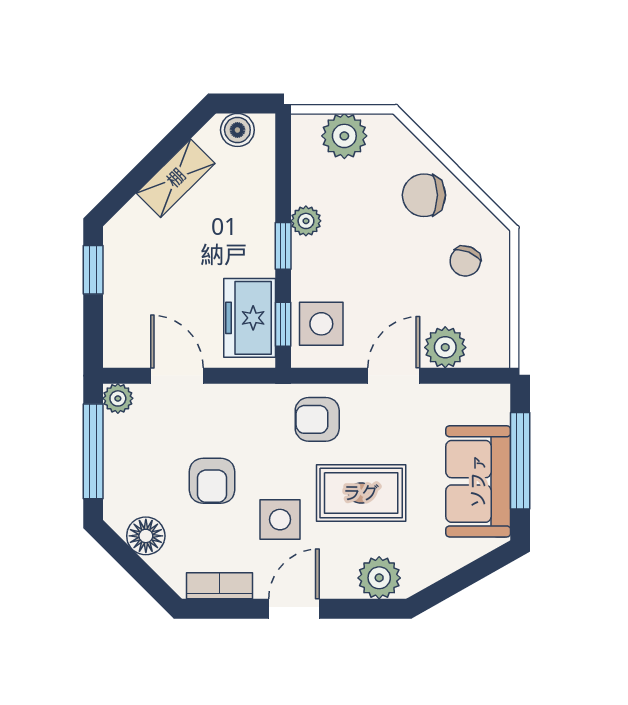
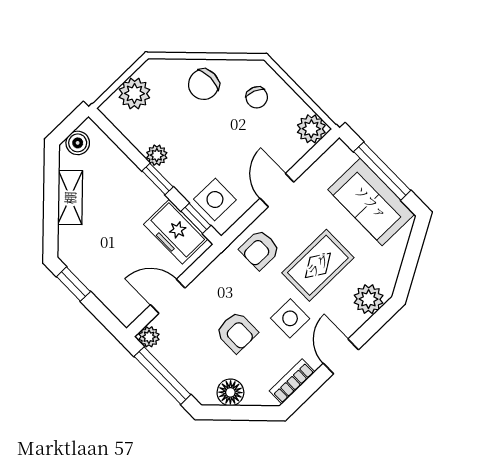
plant: (445, 347) -> (311, 129), moved

